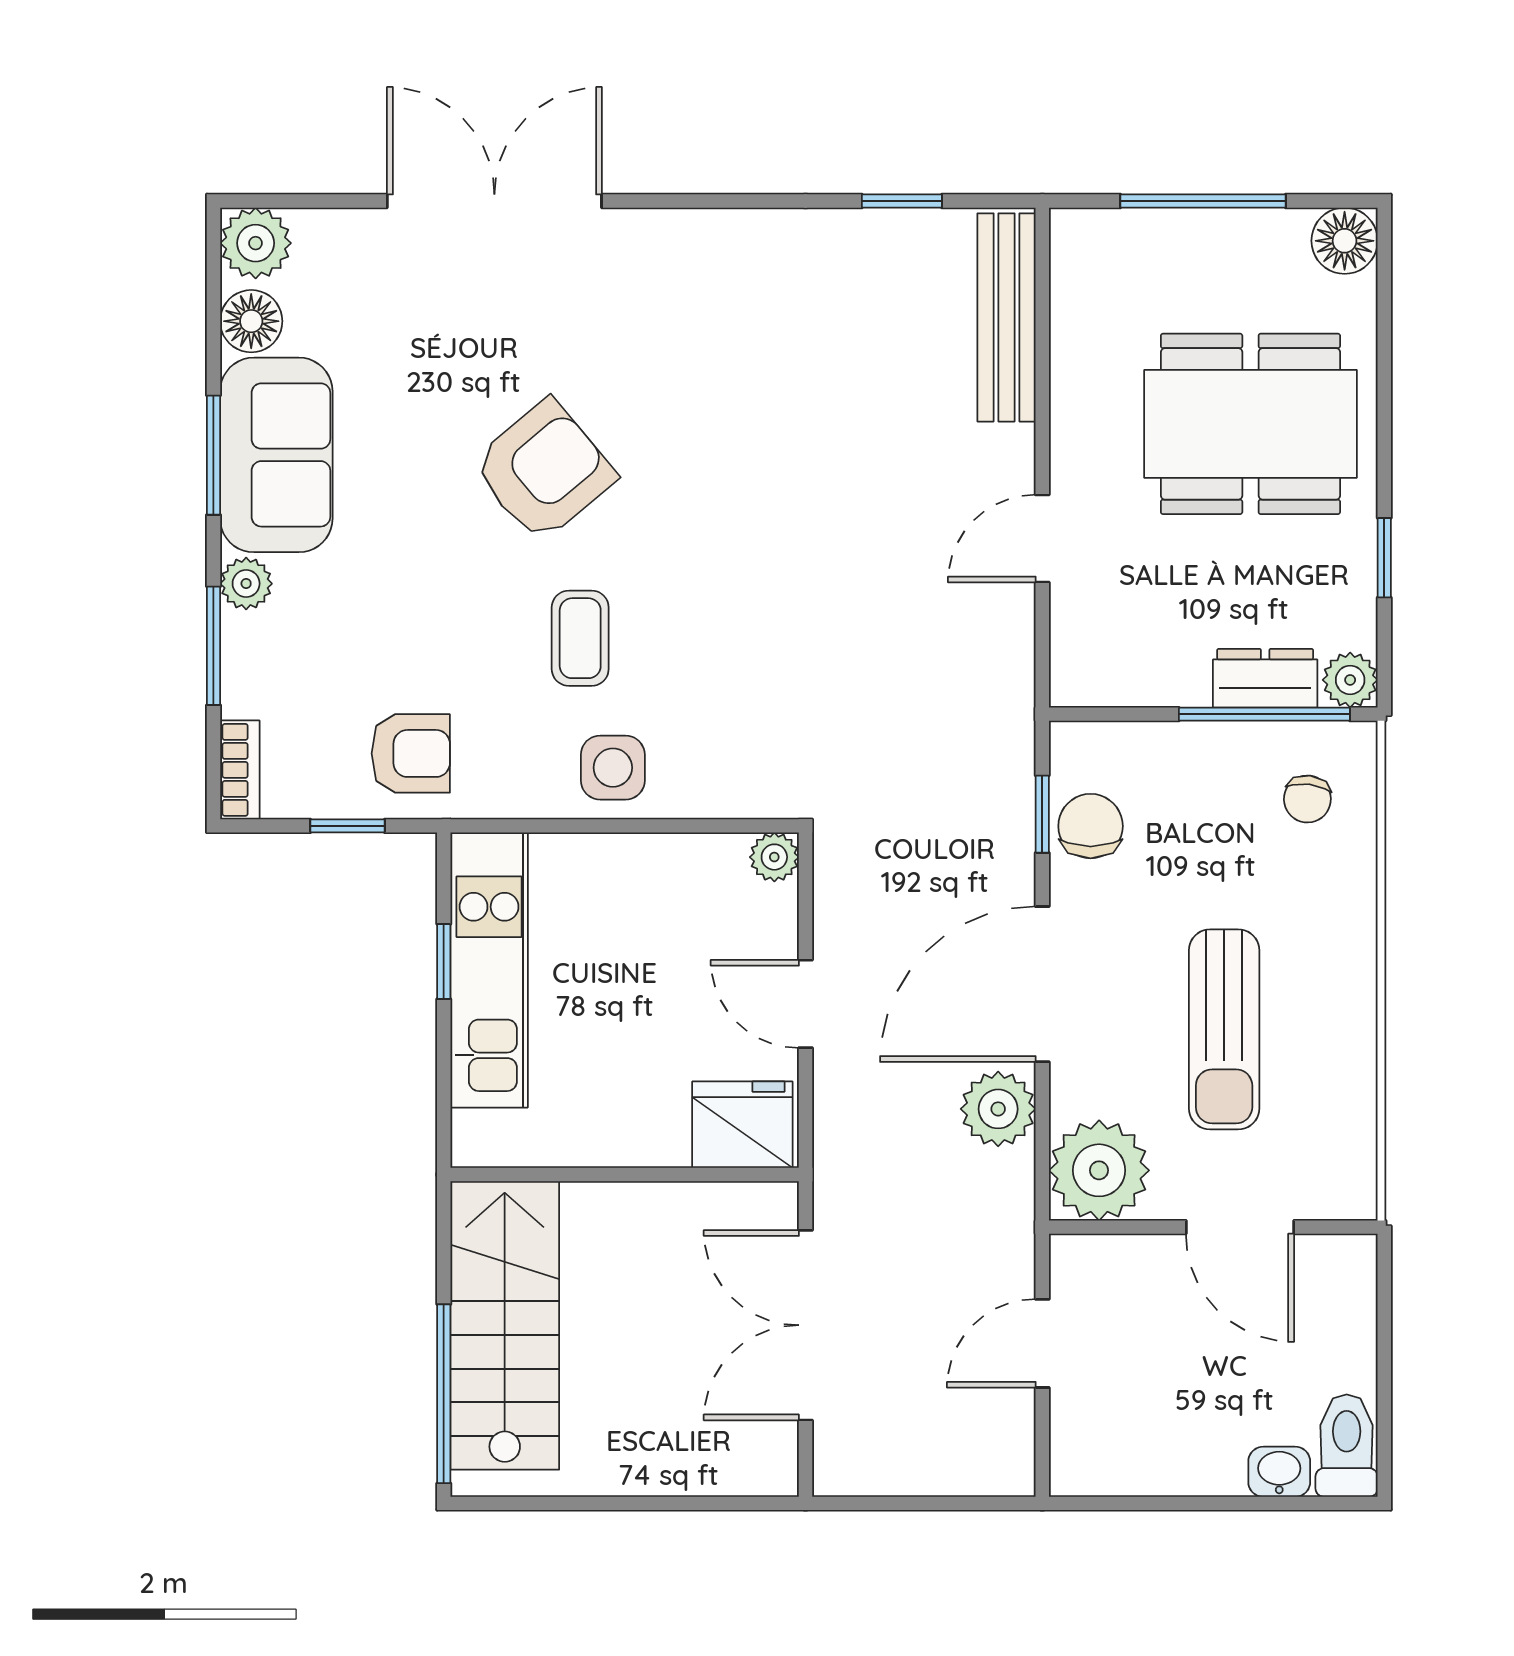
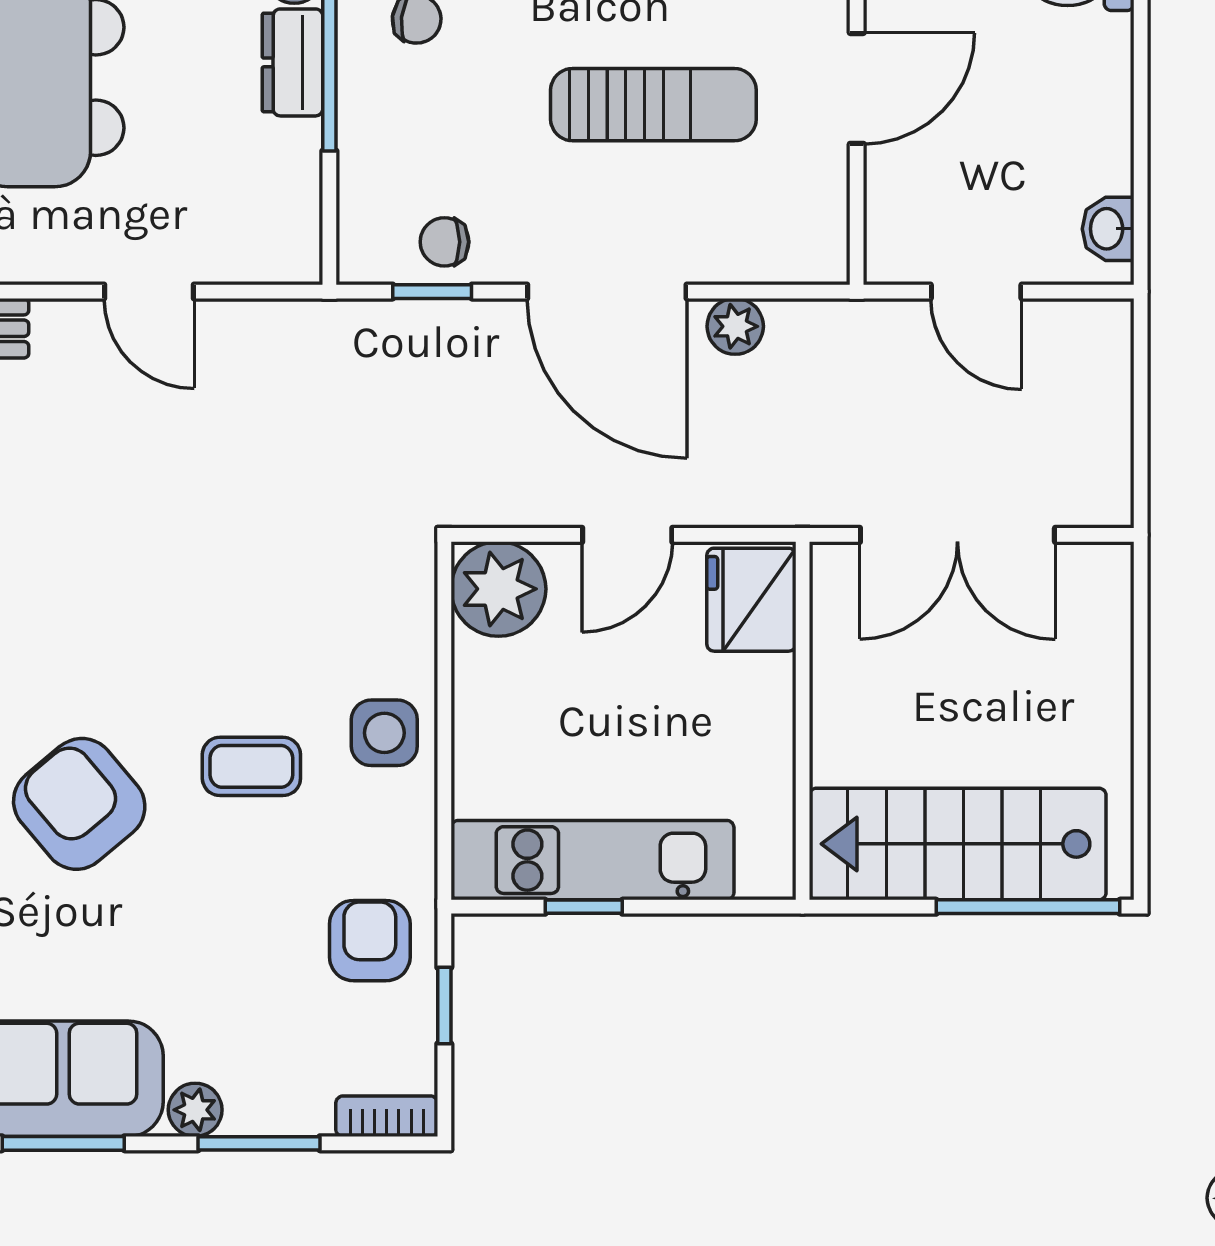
chair: (1091, 826) -> (444, 242), width x0.73, depth x0.73
plant: (774, 857) -> (498, 589), width x1.87, depth x1.87
plant: (998, 1109) -> (735, 326), width x0.73, depth x0.73
plant: (1099, 1170) -> (798, 233), removed
washbasin: (1279, 1472) -> (1108, 229), moved

